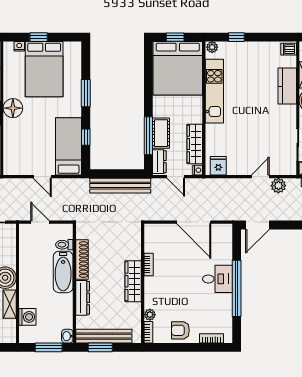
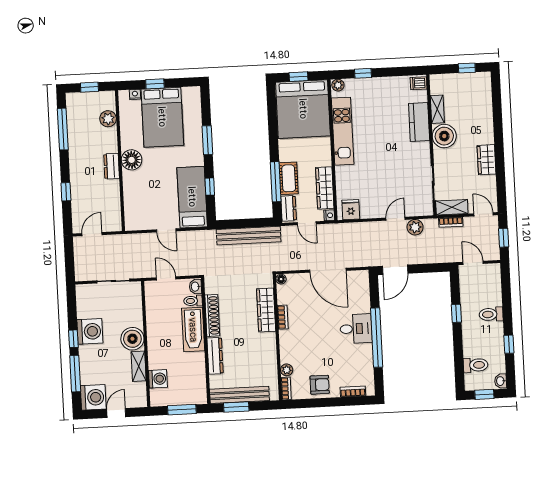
floor lamp: (149, 228) -> (281, 279), added
wardrobe: (133, 281) -> (266, 310), moved
armchair: (180, 330) -> (320, 385), turned 180
washbasin: (67, 336) -> (195, 287), moved

